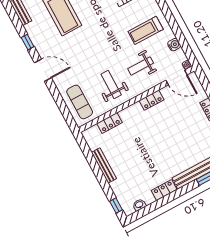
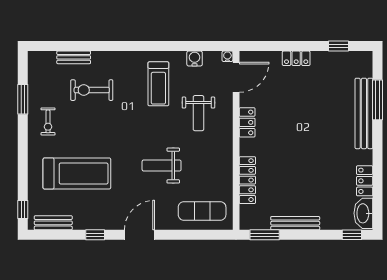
weight bench: (111, 84) -> (162, 166), moved
locker: (110, 123) -> (247, 180), width x1.53
window: (86, 150) -> (265, 235), added
locker: (164, 190) -> (365, 181), moved
washbasin: (139, 205) -> (363, 213), width x1.91, depth x1.45

